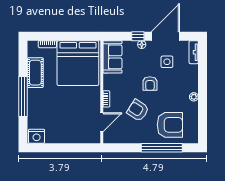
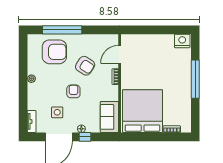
cot: (35, 73) -> (183, 102), removed
armchair: (170, 125) -> (54, 52), turned 180

